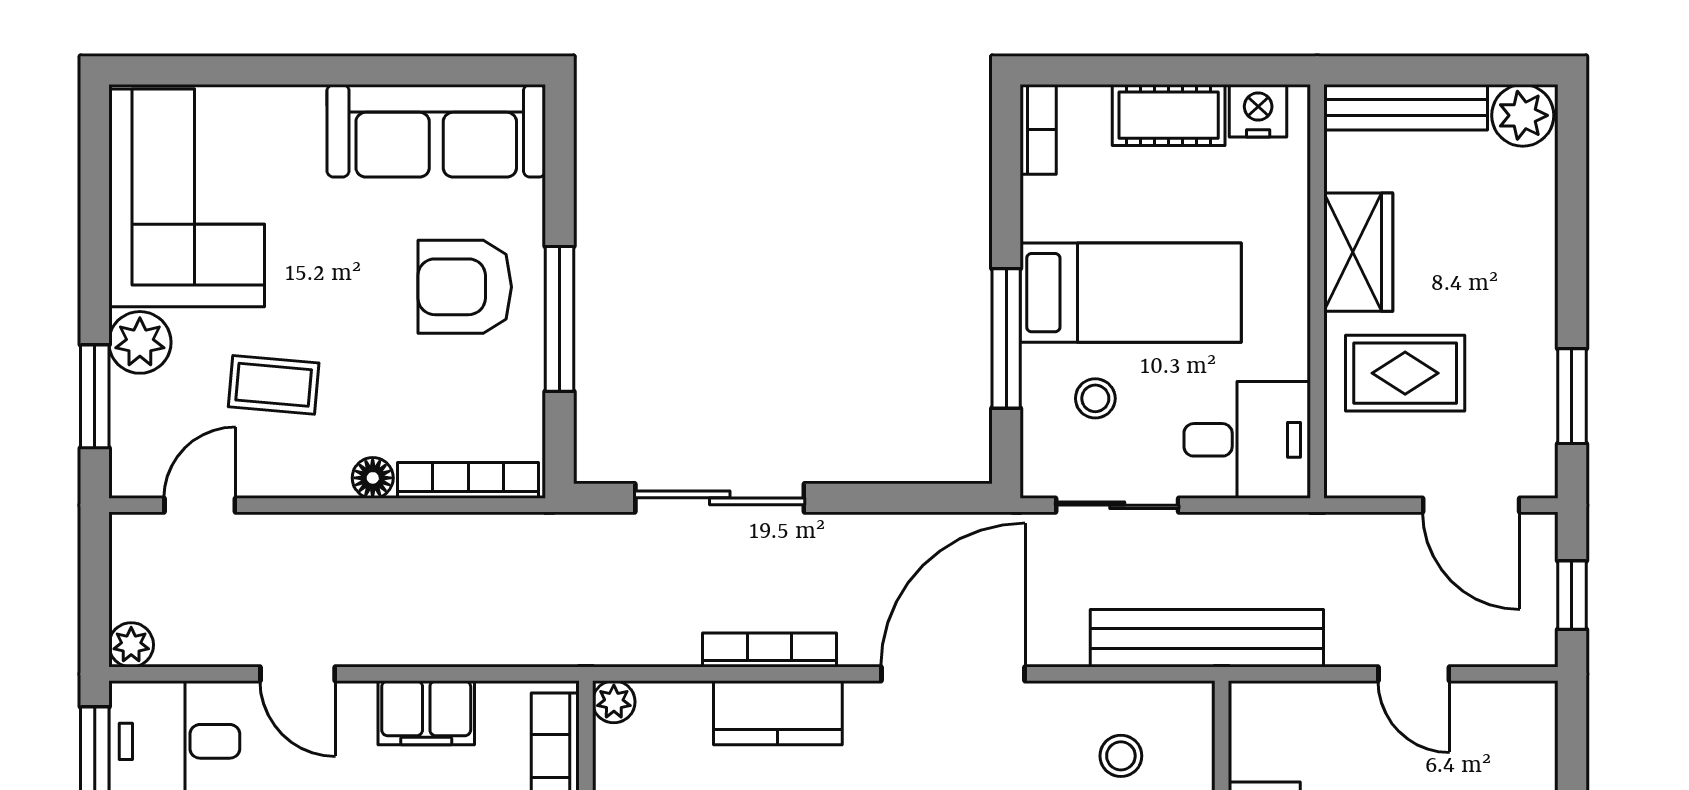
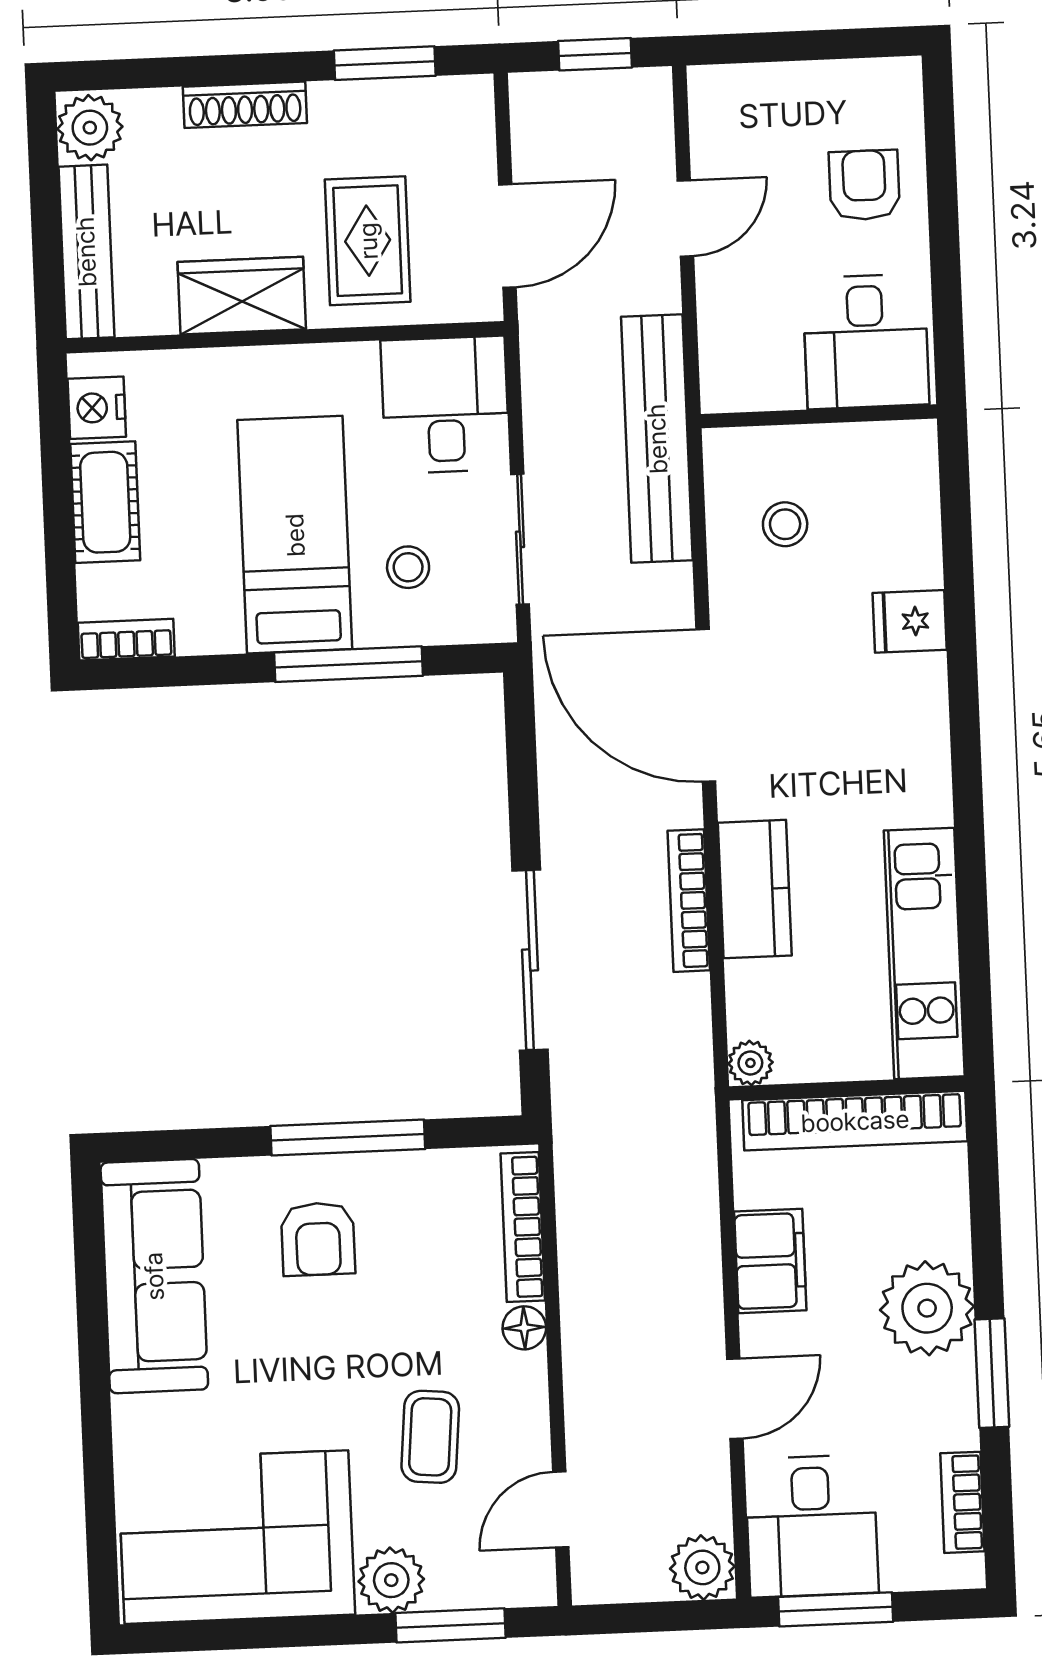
shoe rack: (1538, 263) -> (245, 105), added
armchair: (465, 287) -> (318, 1239), width x0.72, depth x0.72
door: (200, 505) -> (561, 1510), hinge flipped
door: (1471, 505) -> (507, 236), moved
plant: (131, 645) -> (702, 1567), width x1.38, depth x1.38

